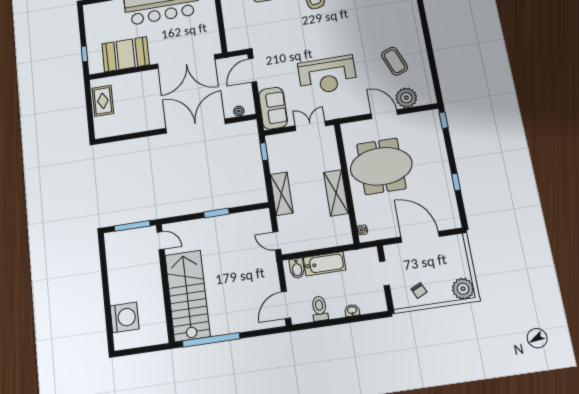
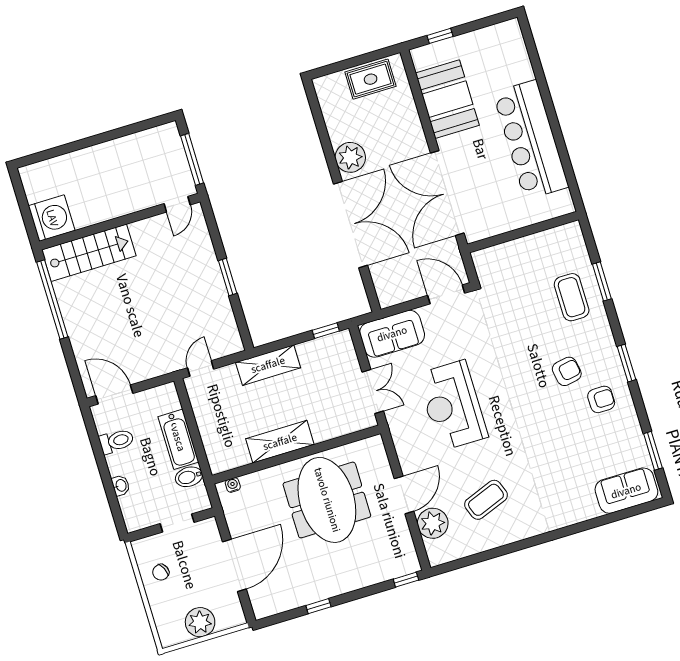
plant: (239, 111) -> (350, 157), moved, width x1.87, depth x1.87
bidet: (297, 268) -> (189, 477), moved
plant: (463, 289) -> (200, 622), moved
stairs: (187, 296) -> (89, 253), width x0.73, depth x0.66
washing machine: (125, 317) -> (52, 218), moved, turned -90

